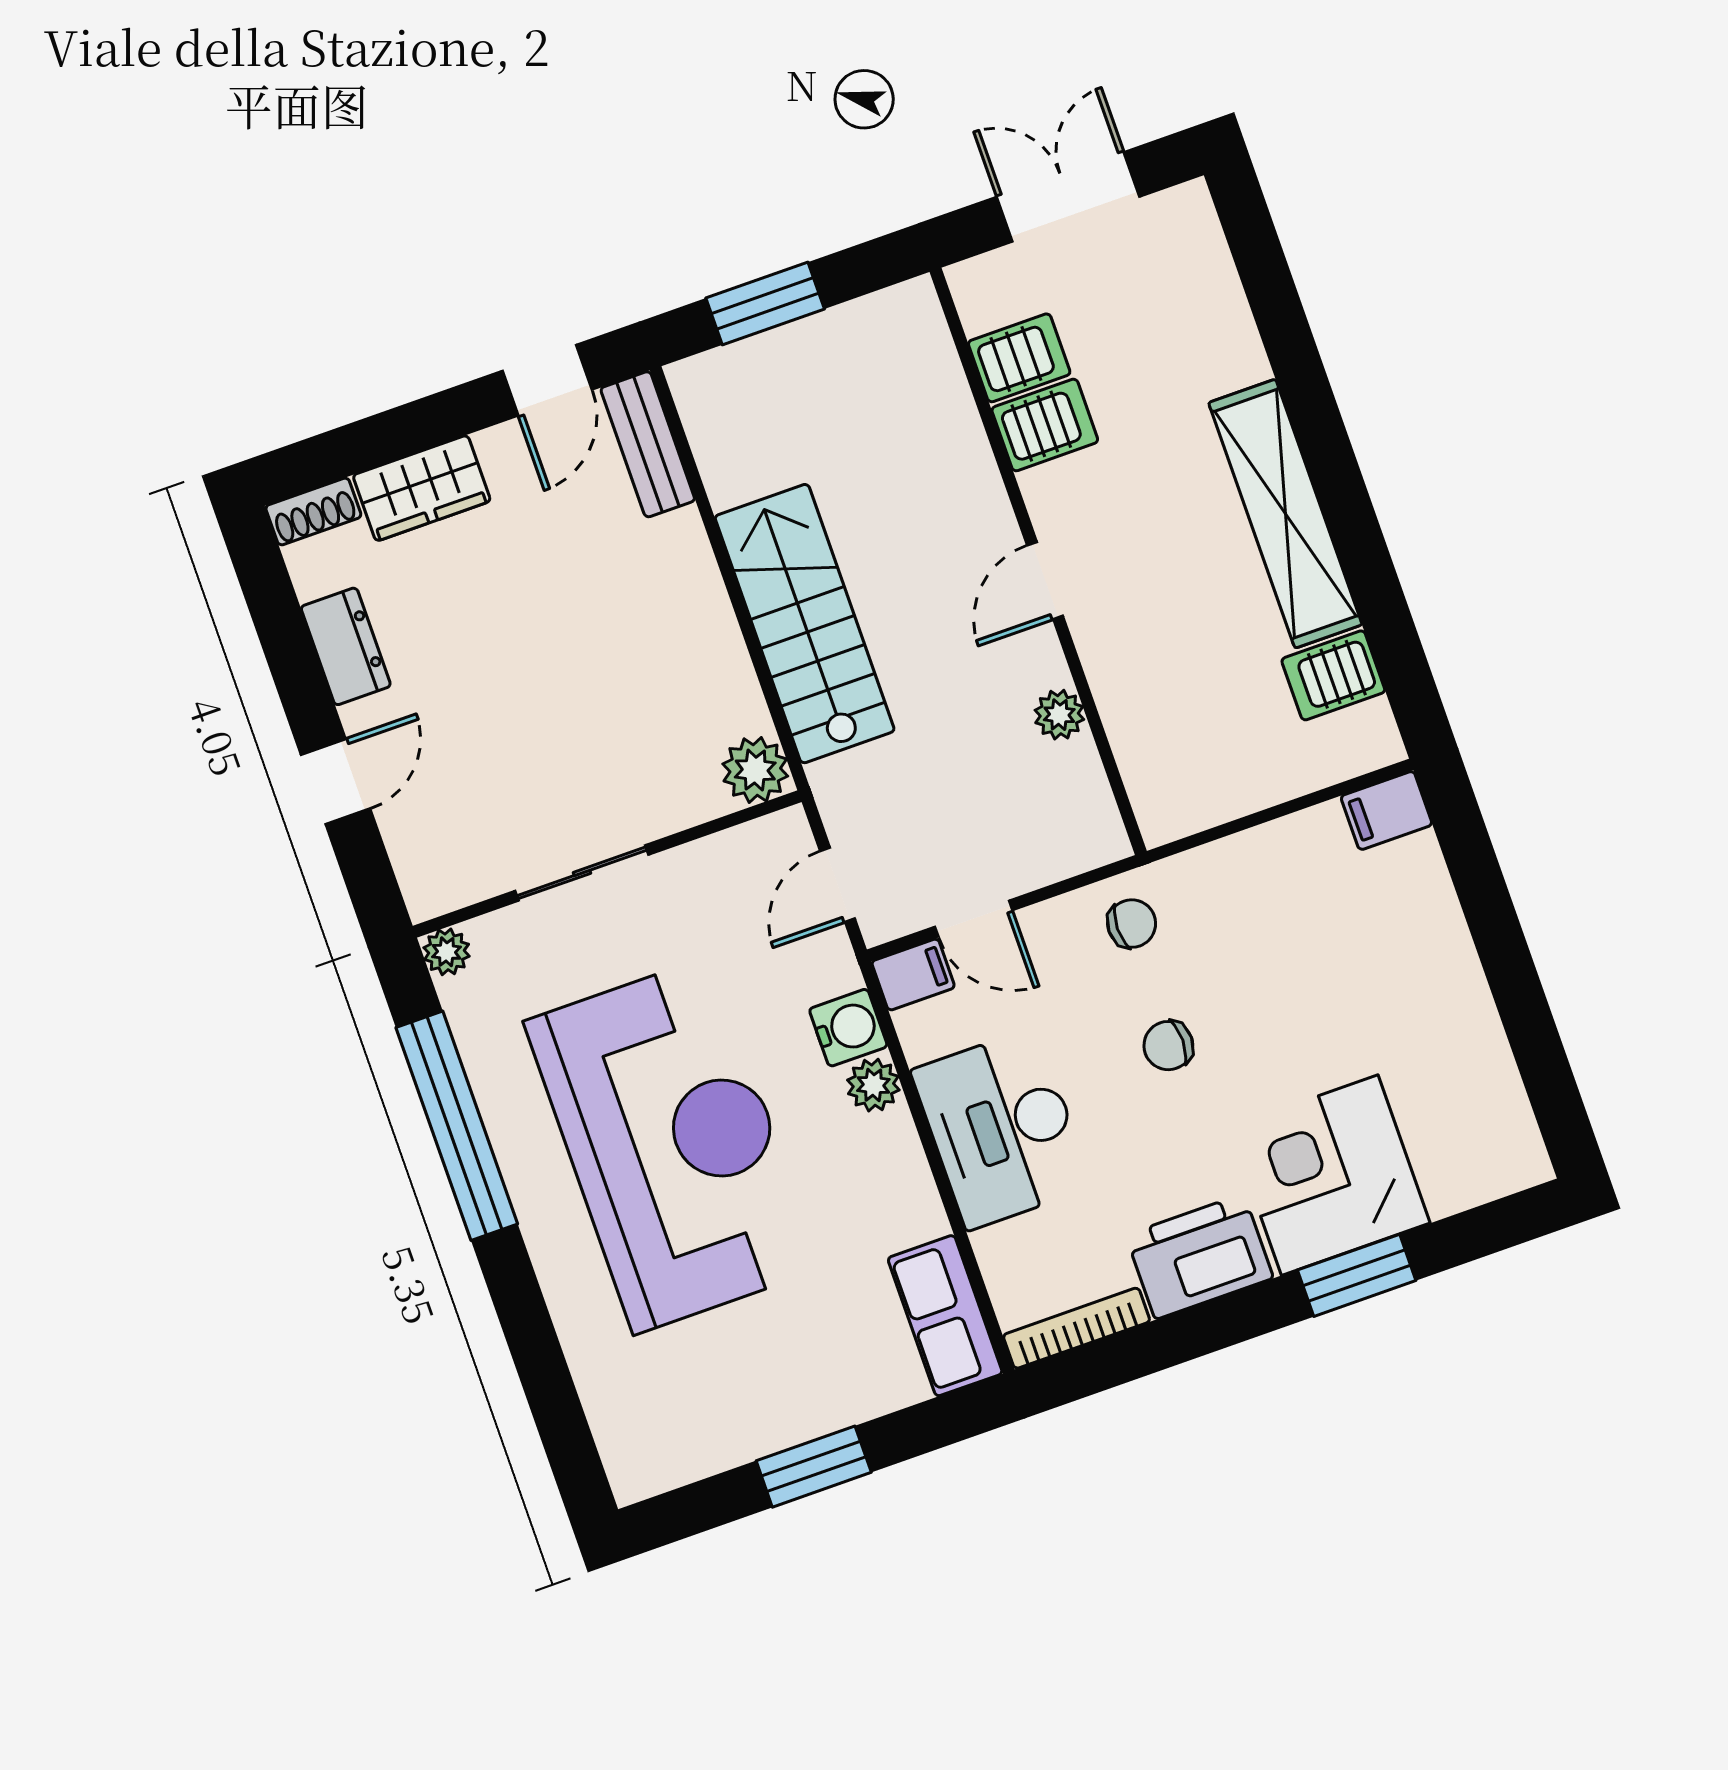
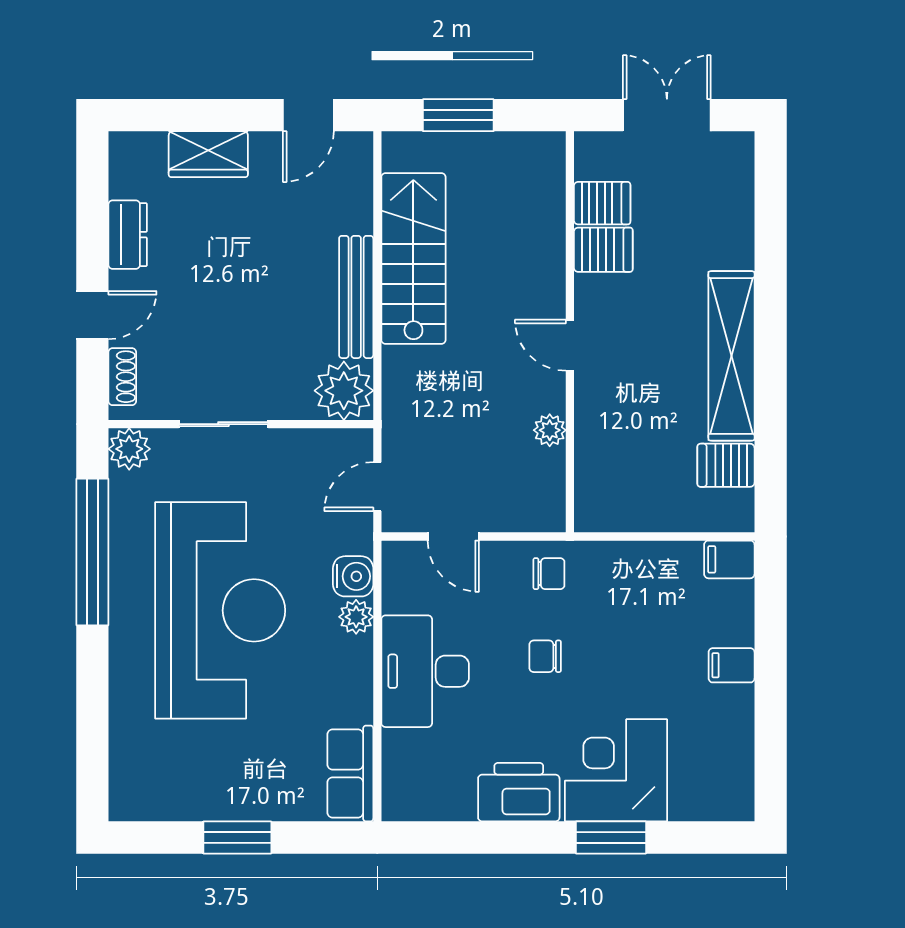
bench: (648, 444) -> (356, 297), moved, width x1.36
shoe rack: (313, 511) -> (122, 377), moved, turned -90
door: (1045, 581) -> (570, 345), hinge flipped
stairs: (805, 624) -> (413, 259), moved
plant: (755, 770) -> (344, 391), width x1.36, depth x1.36
plant: (447, 952) -> (129, 449), width x1.38, depth x1.38
filing cabinet: (913, 974) -> (732, 665), moved, turned 180
bookcase: (1077, 1328) -> (428, 809), removed

